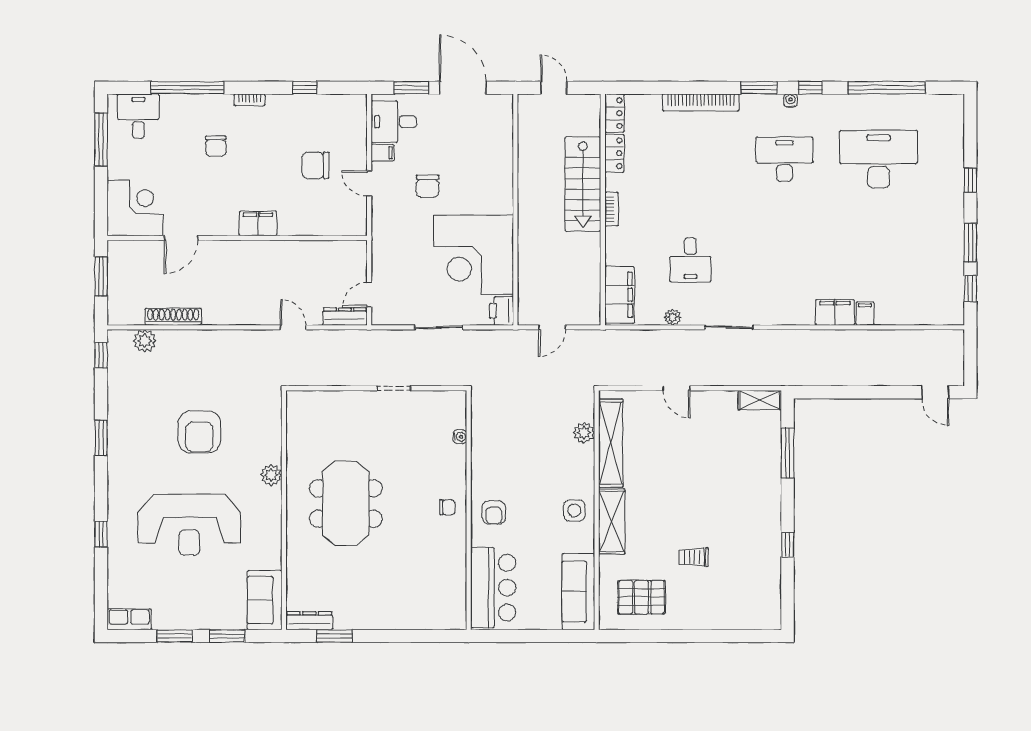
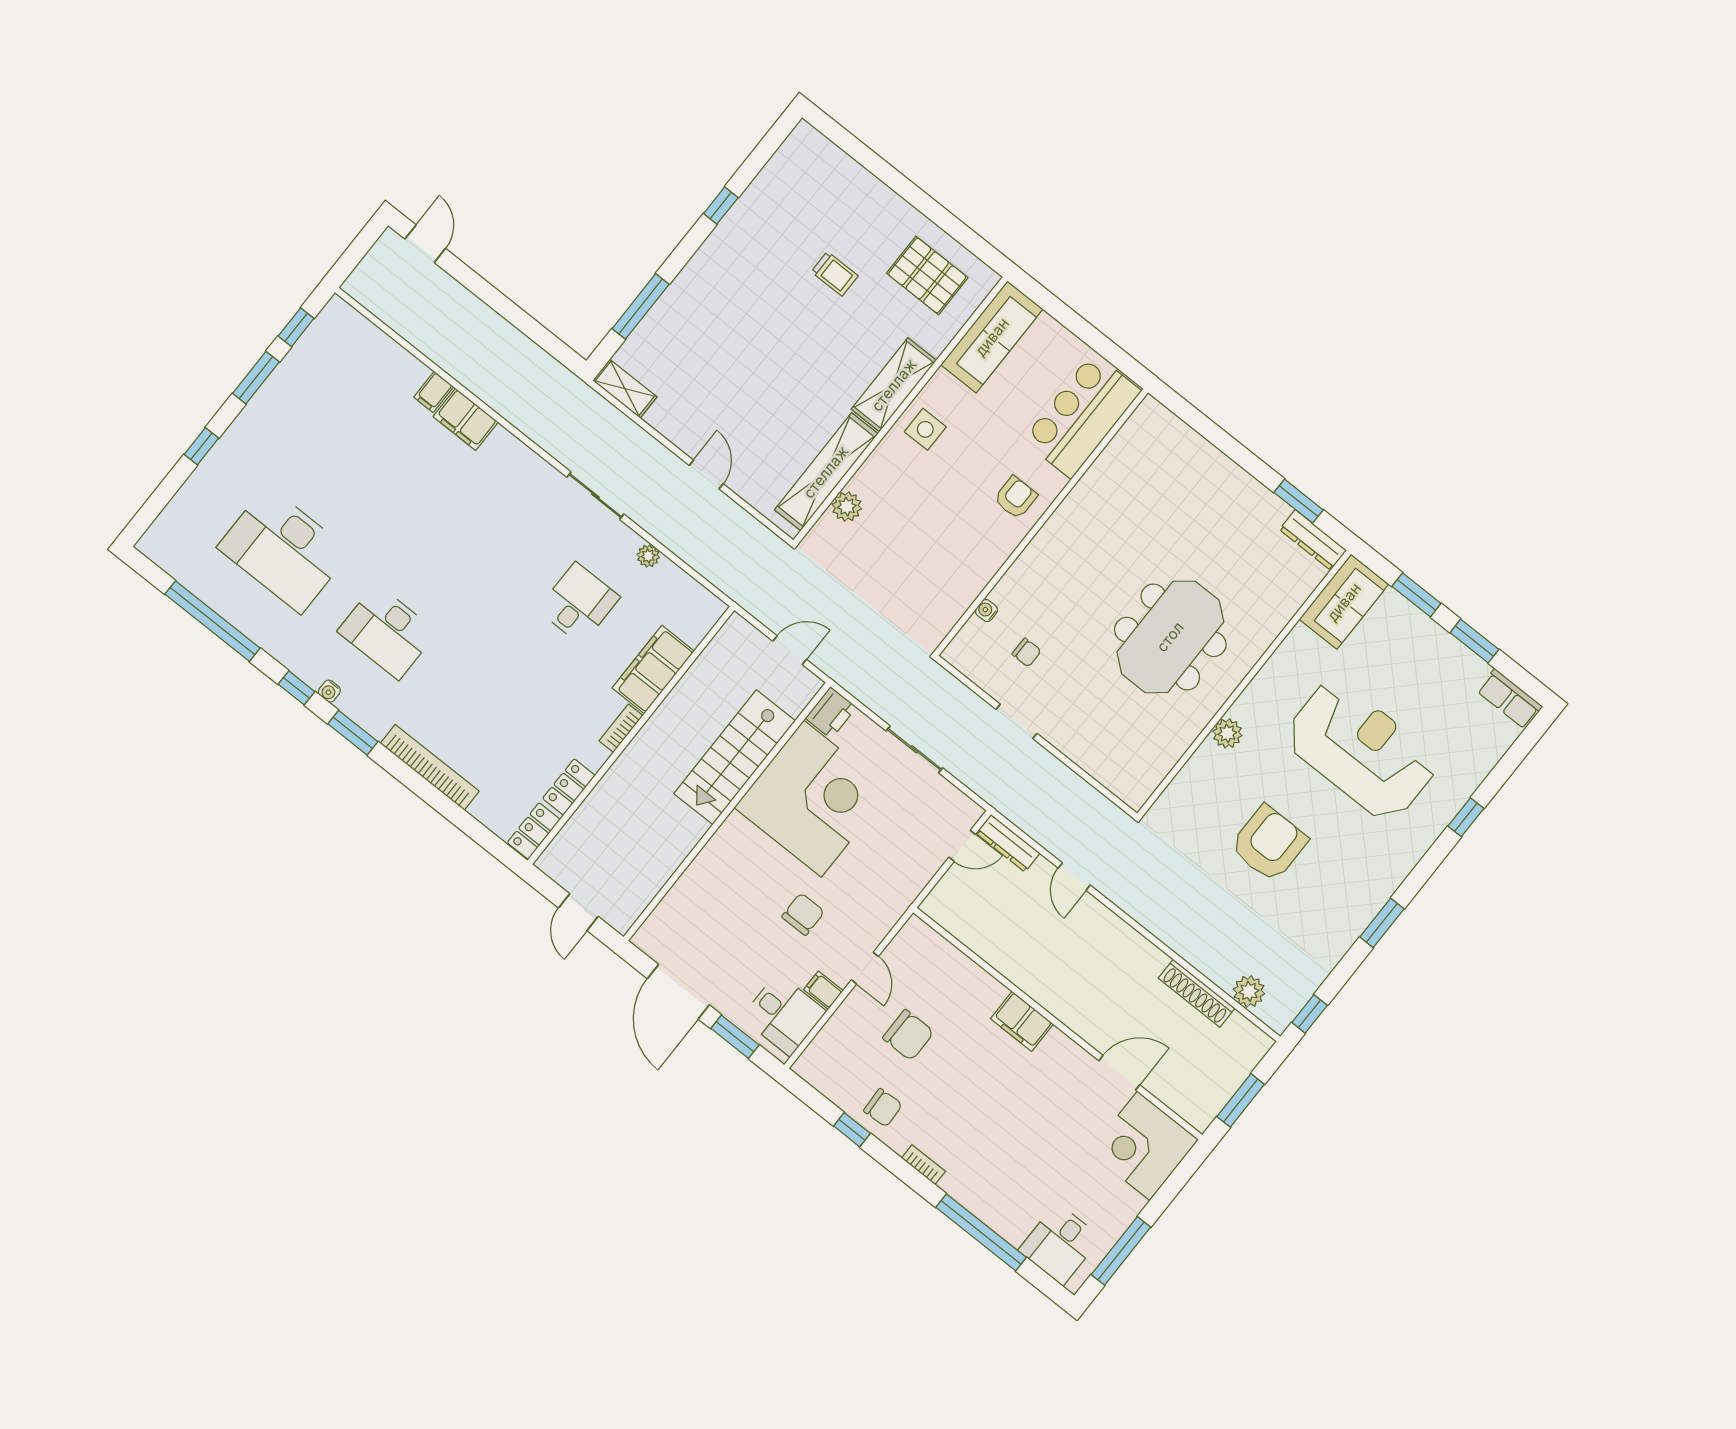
chair: (216, 146) -> (883, 1108), moved, turned 87
stairs: (583, 184) -> (735, 757), moved, turned 180
filing cabinet: (620, 295) -> (653, 669), moved
chair: (447, 507) -> (1027, 652), moved, turned 180

